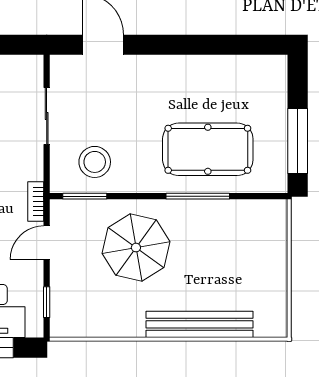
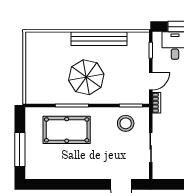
window: (298, 141) -> (20, 150), moved
parasol: (136, 248) -> (86, 77), moved
bench: (199, 324) -> (99, 39), moved

